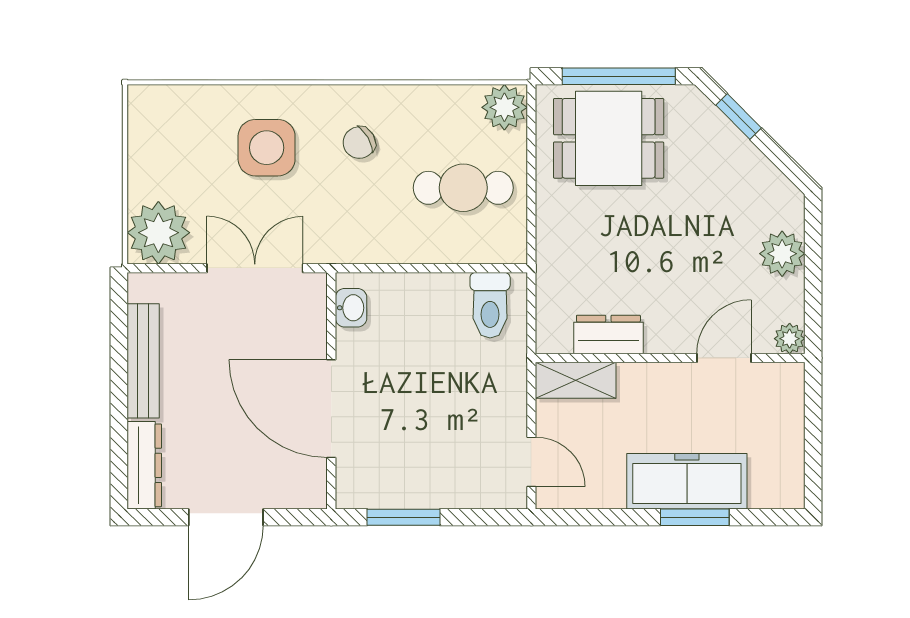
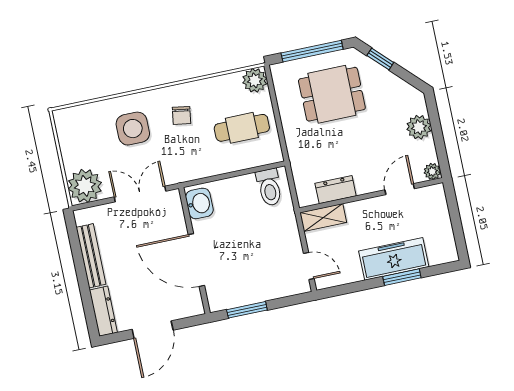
dining table: (609, 138) -> (332, 94), moved
chair: (359, 143) -> (181, 115), turned -51
washbasin: (351, 308) -> (199, 203), width x1.38, depth x1.45

